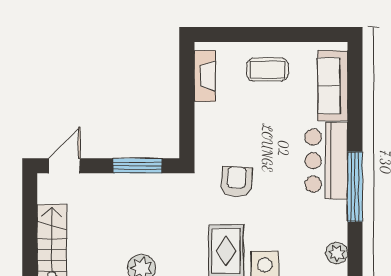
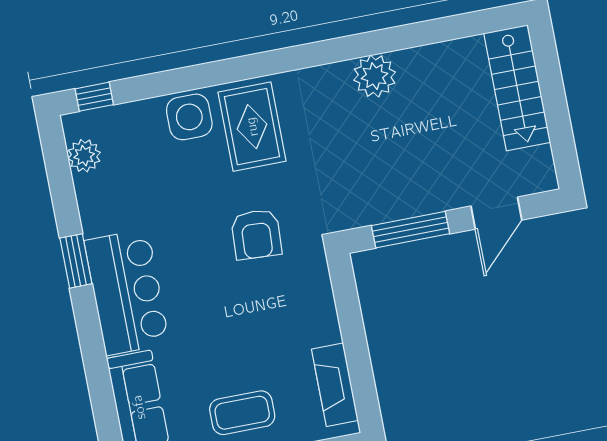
door: (64, 166) -> (496, 213), moved
window: (355, 187) -> (76, 261), width x0.47

